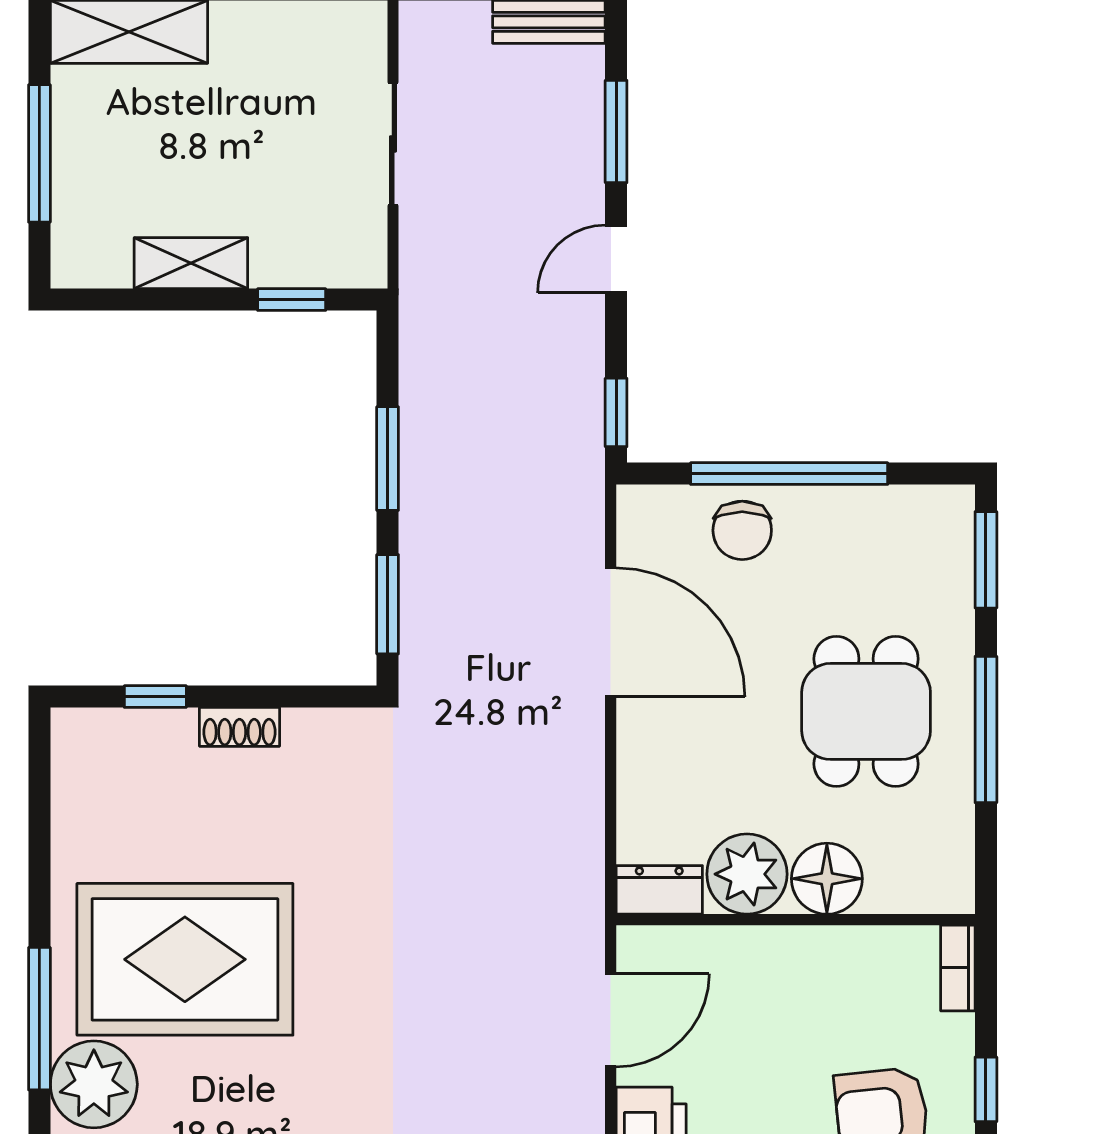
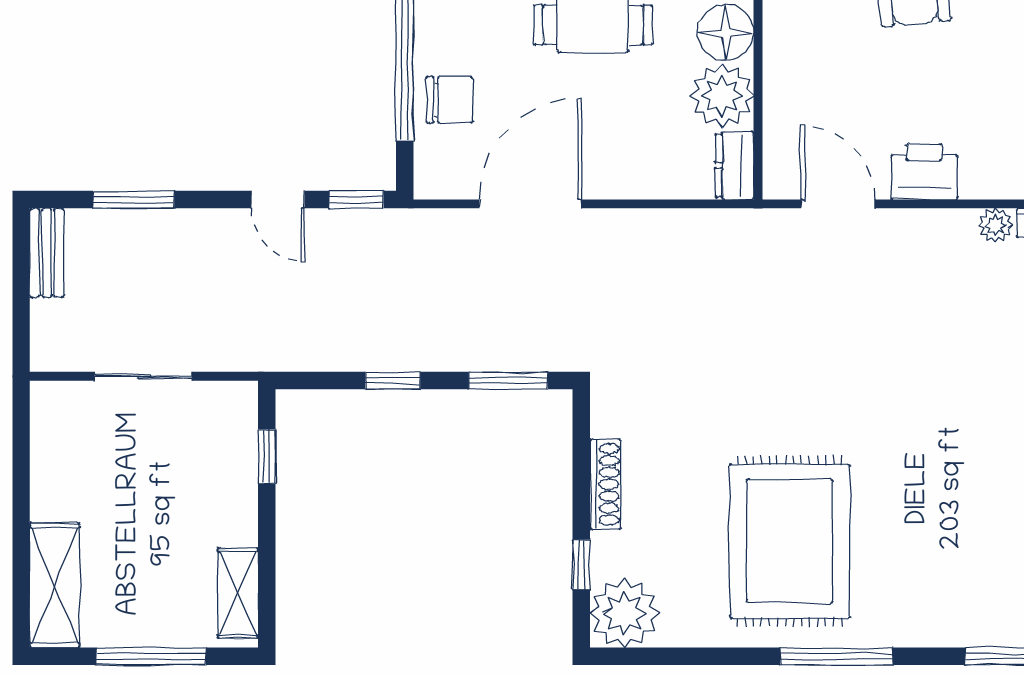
door: (616, 259) -> (278, 200), moved
shelving: (191, 263) -> (238, 593), moved
window: (388, 459) -> (393, 381), width x0.67
shoe rack: (239, 727) -> (605, 484), width x1.43
plant: (94, 1084) -> (624, 613), moved

